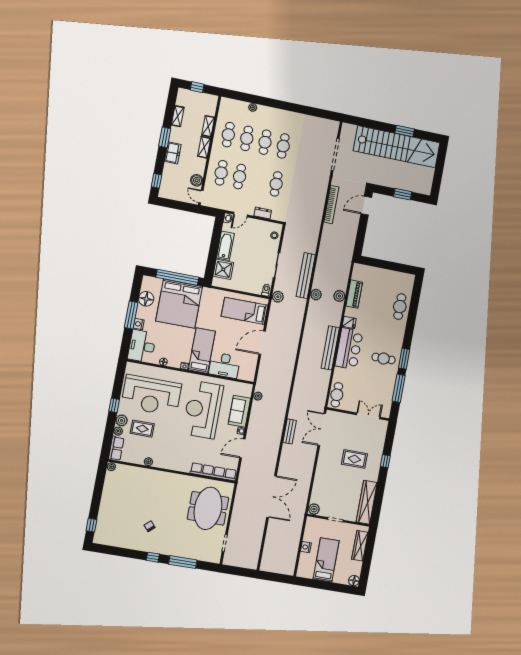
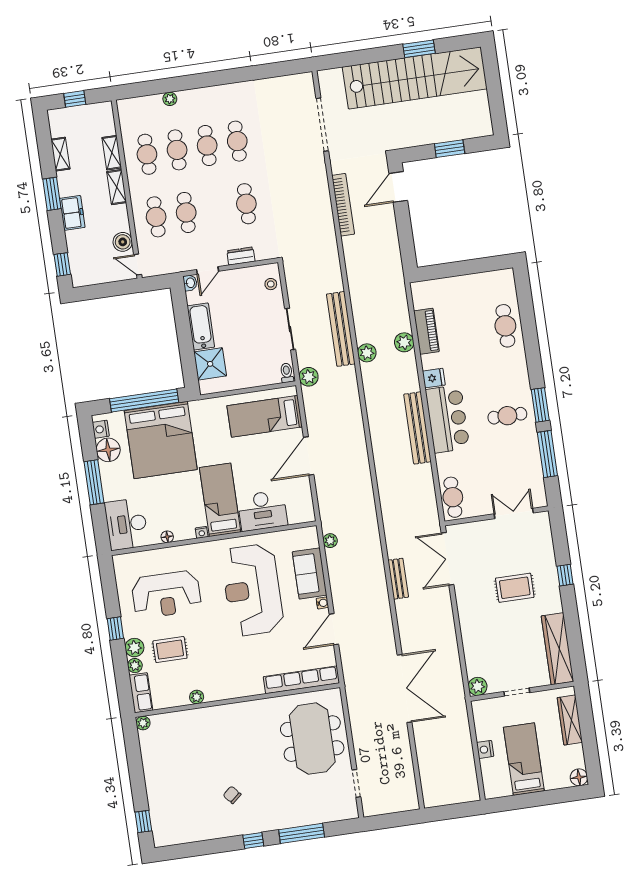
nightstand: (139, 324) -> (101, 429), moved
reception desk: (151, 395) -> (166, 594), width x0.74, depth x0.77

